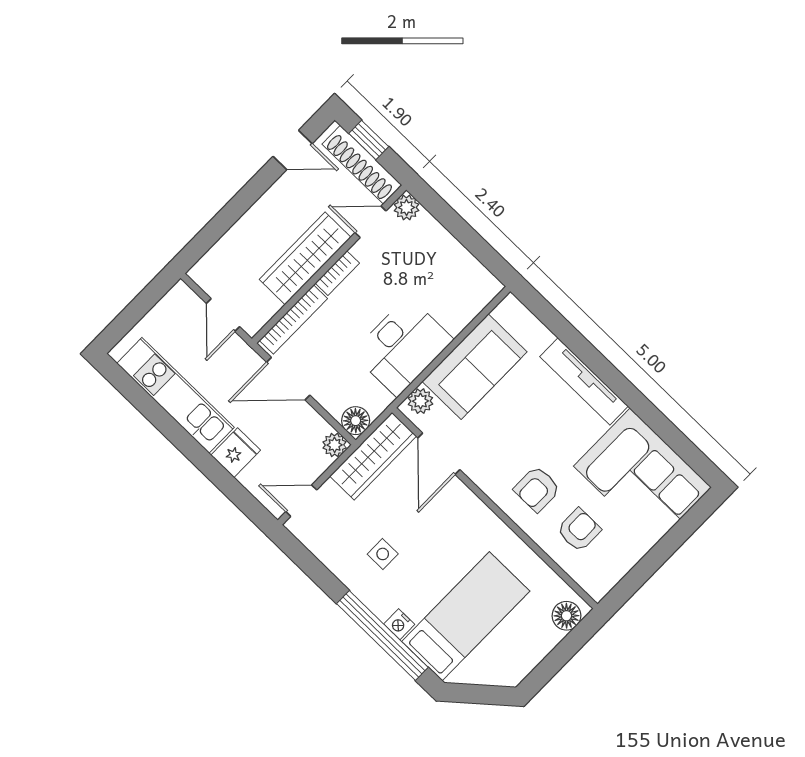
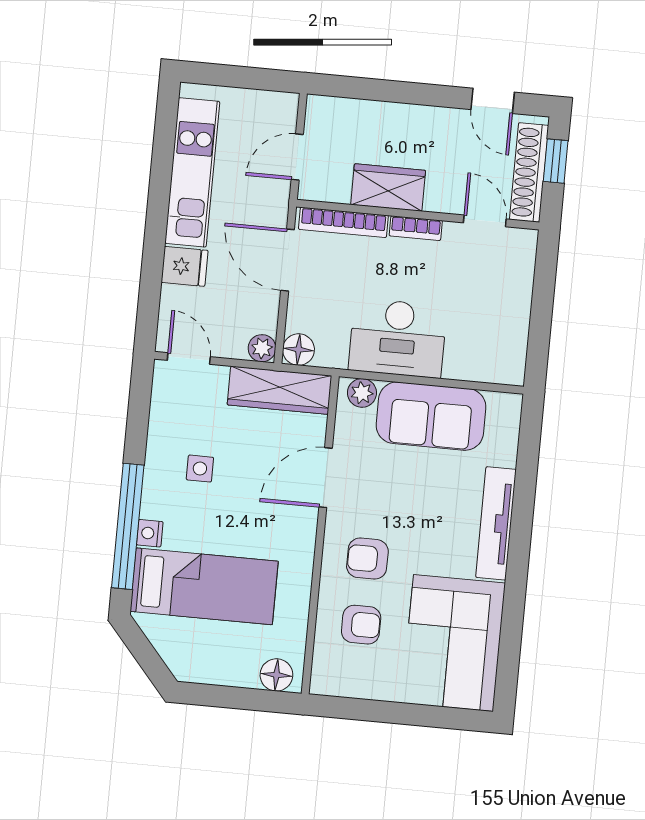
plant: (407, 207) -> (523, 243), removed
wardrobe: (305, 258) -> (388, 187), width x0.67
door: (439, 454) -> (326, 478), moved

